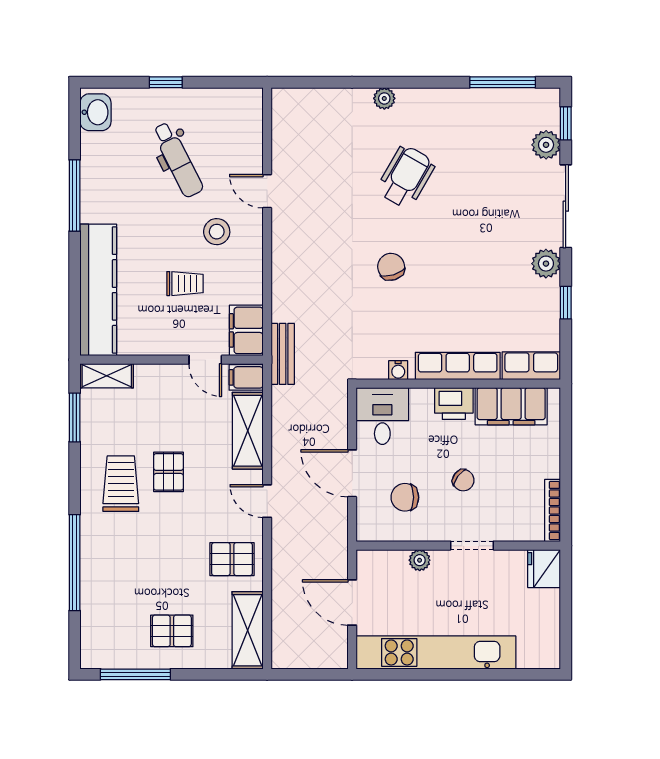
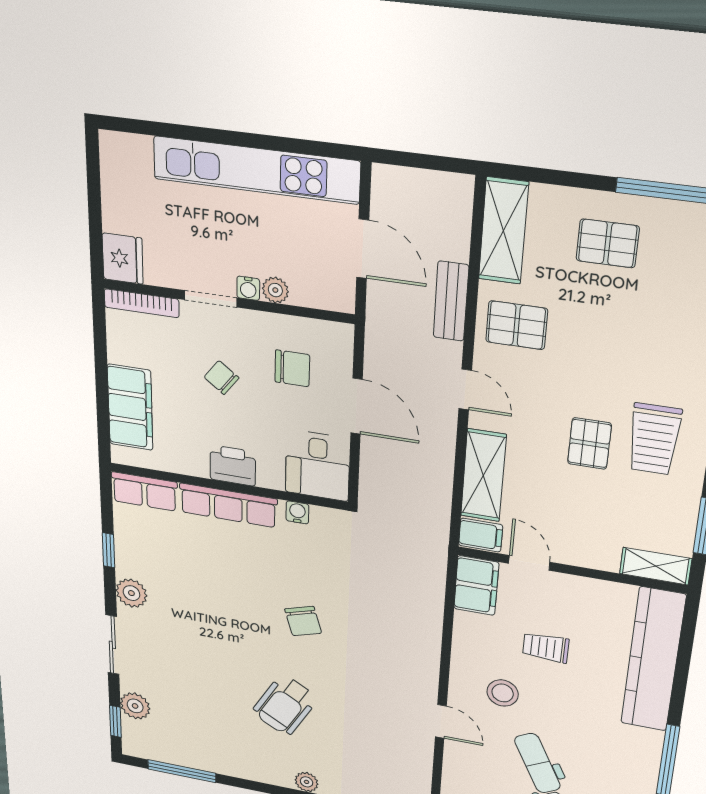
sliding door: (566, 206) -> (112, 645), width x0.73
bench: (283, 354) -> (451, 301), moved
filing cabinet: (511, 406) -> (130, 407), moved, turned 90
bookcase: (552, 510) -> (142, 303), moved, turned 90
water cooler: (441, 559) -> (248, 288), added

